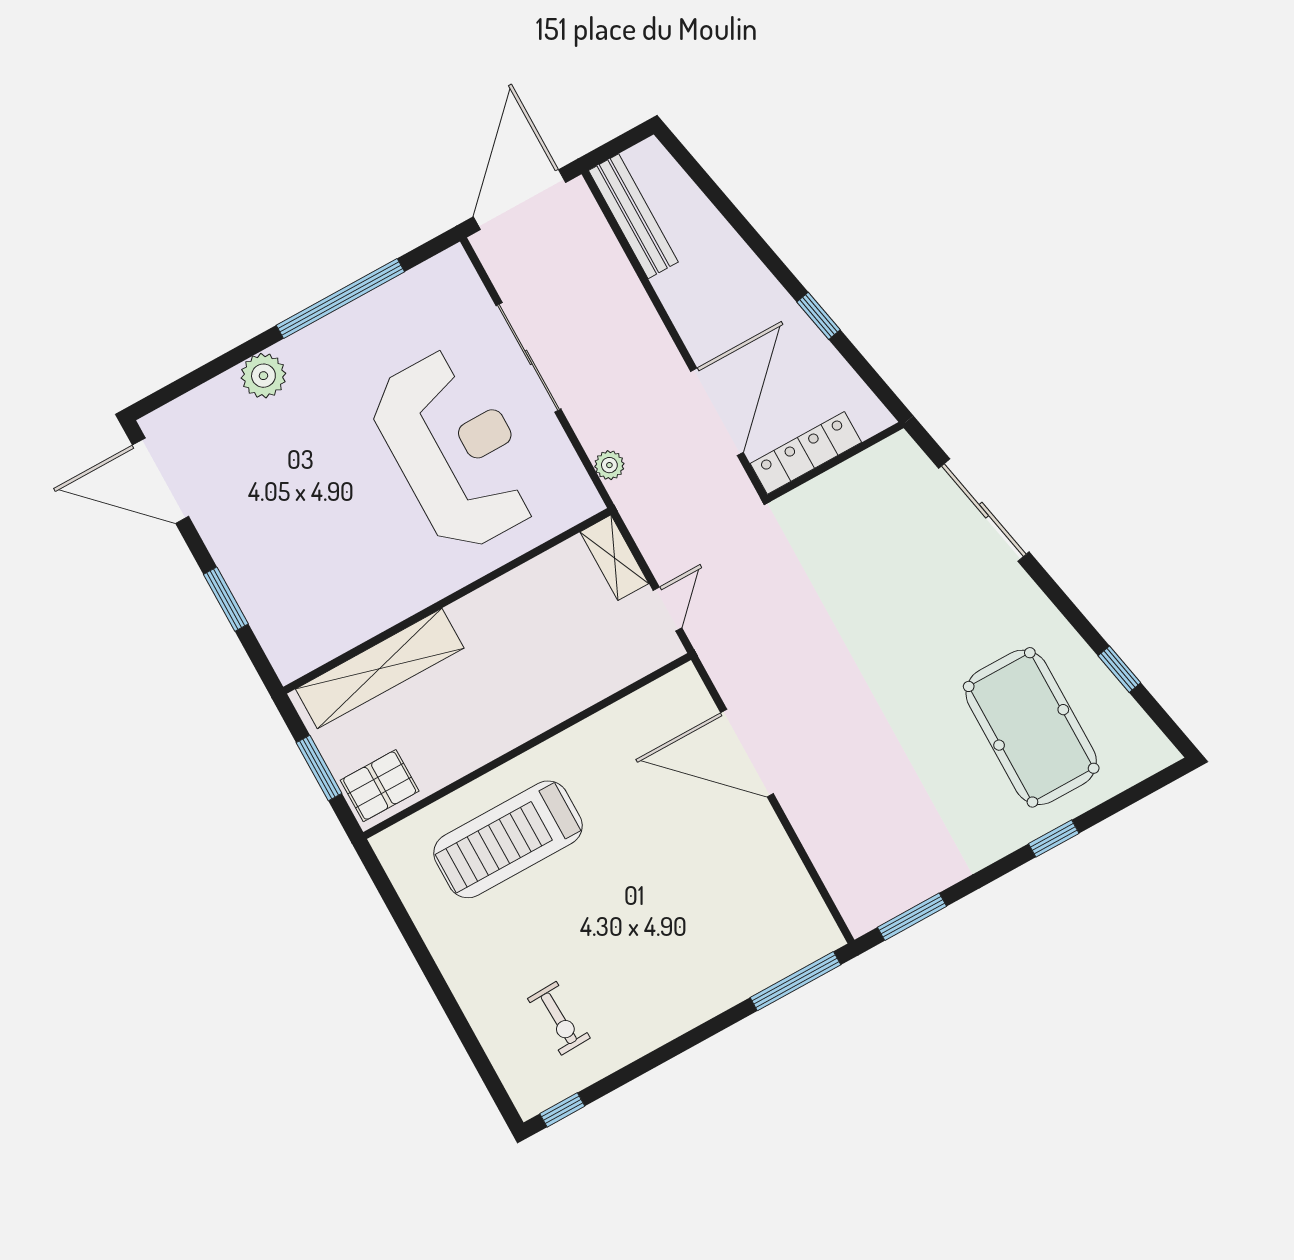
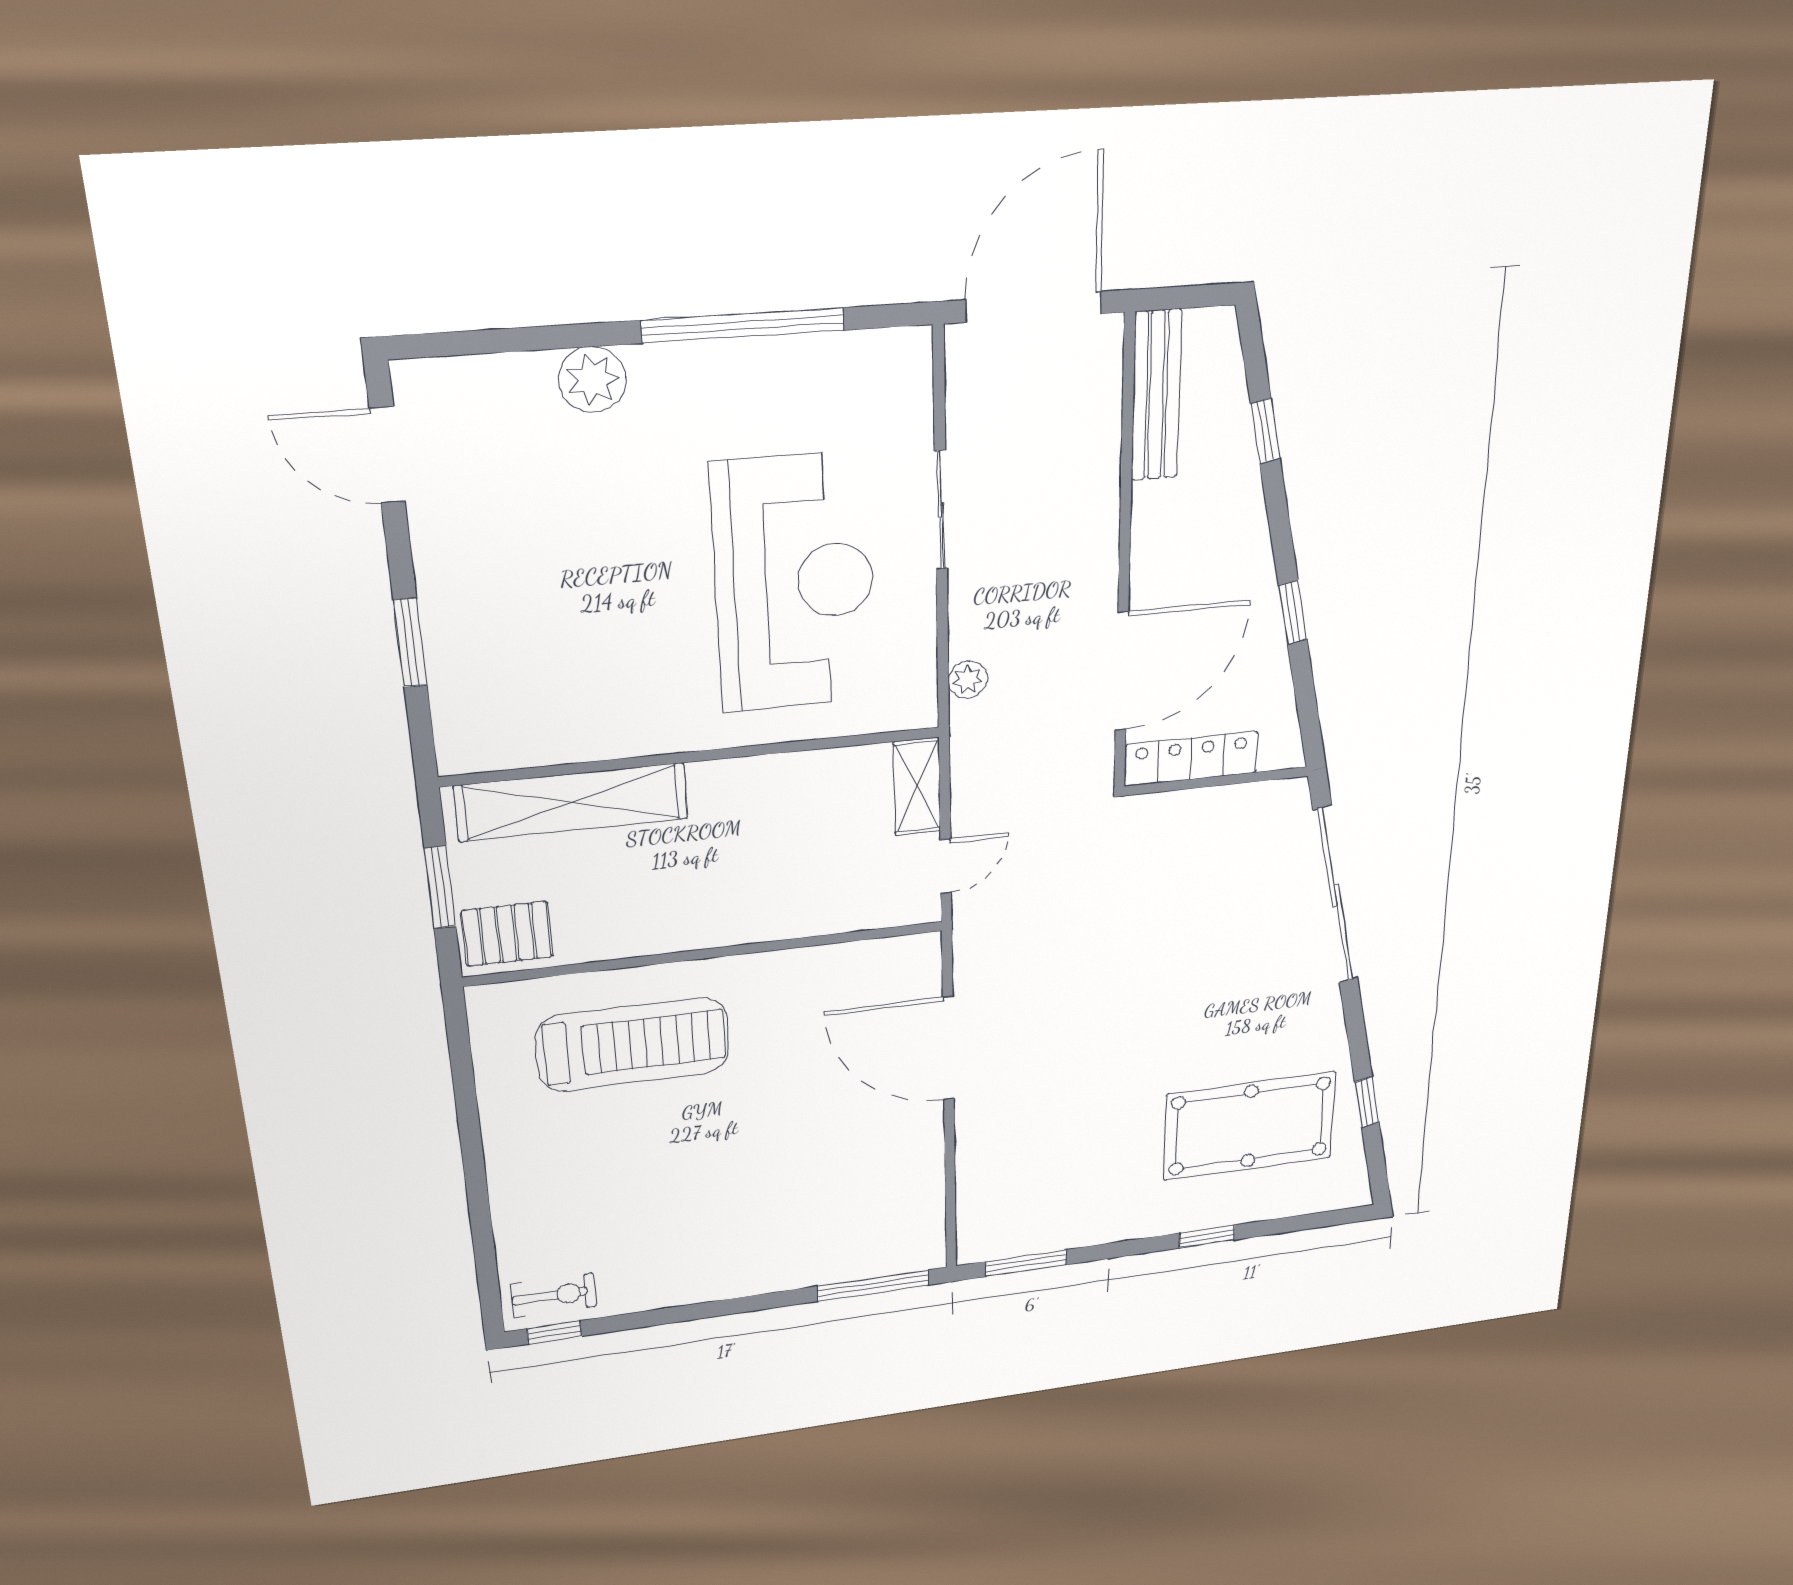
window: (723, 204) -> (1265, 431), added
sliding door: (528, 357) -> (941, 510), width x0.73
door: (160, 481) -> (387, 455), width x0.73
sliding door: (984, 510) -> (1336, 896), width x1.36
pool table: (1031, 727) -> (1250, 1126), turned 90
treadmill: (508, 839) -> (633, 1045), turned 180
exercise bike: (559, 1018) -> (554, 1295), moved, turned -88

